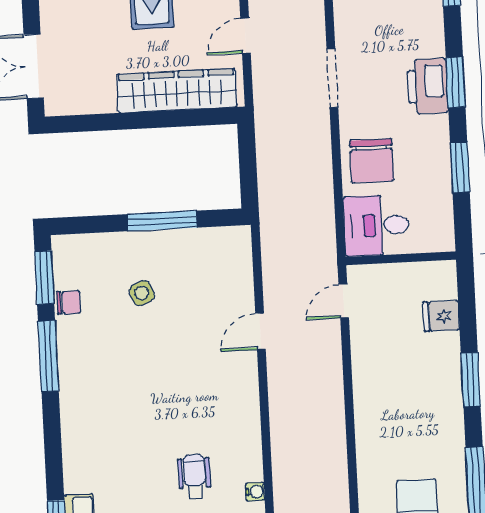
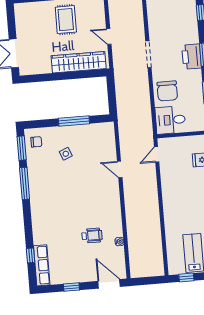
door: (245, 36) -> (109, 36), hinge flipped
chair: (69, 302) -> (36, 142), moved
door: (260, 331) -> (120, 169), hinge flipped
wheelchair: (194, 477) -> (92, 236), turned 90

